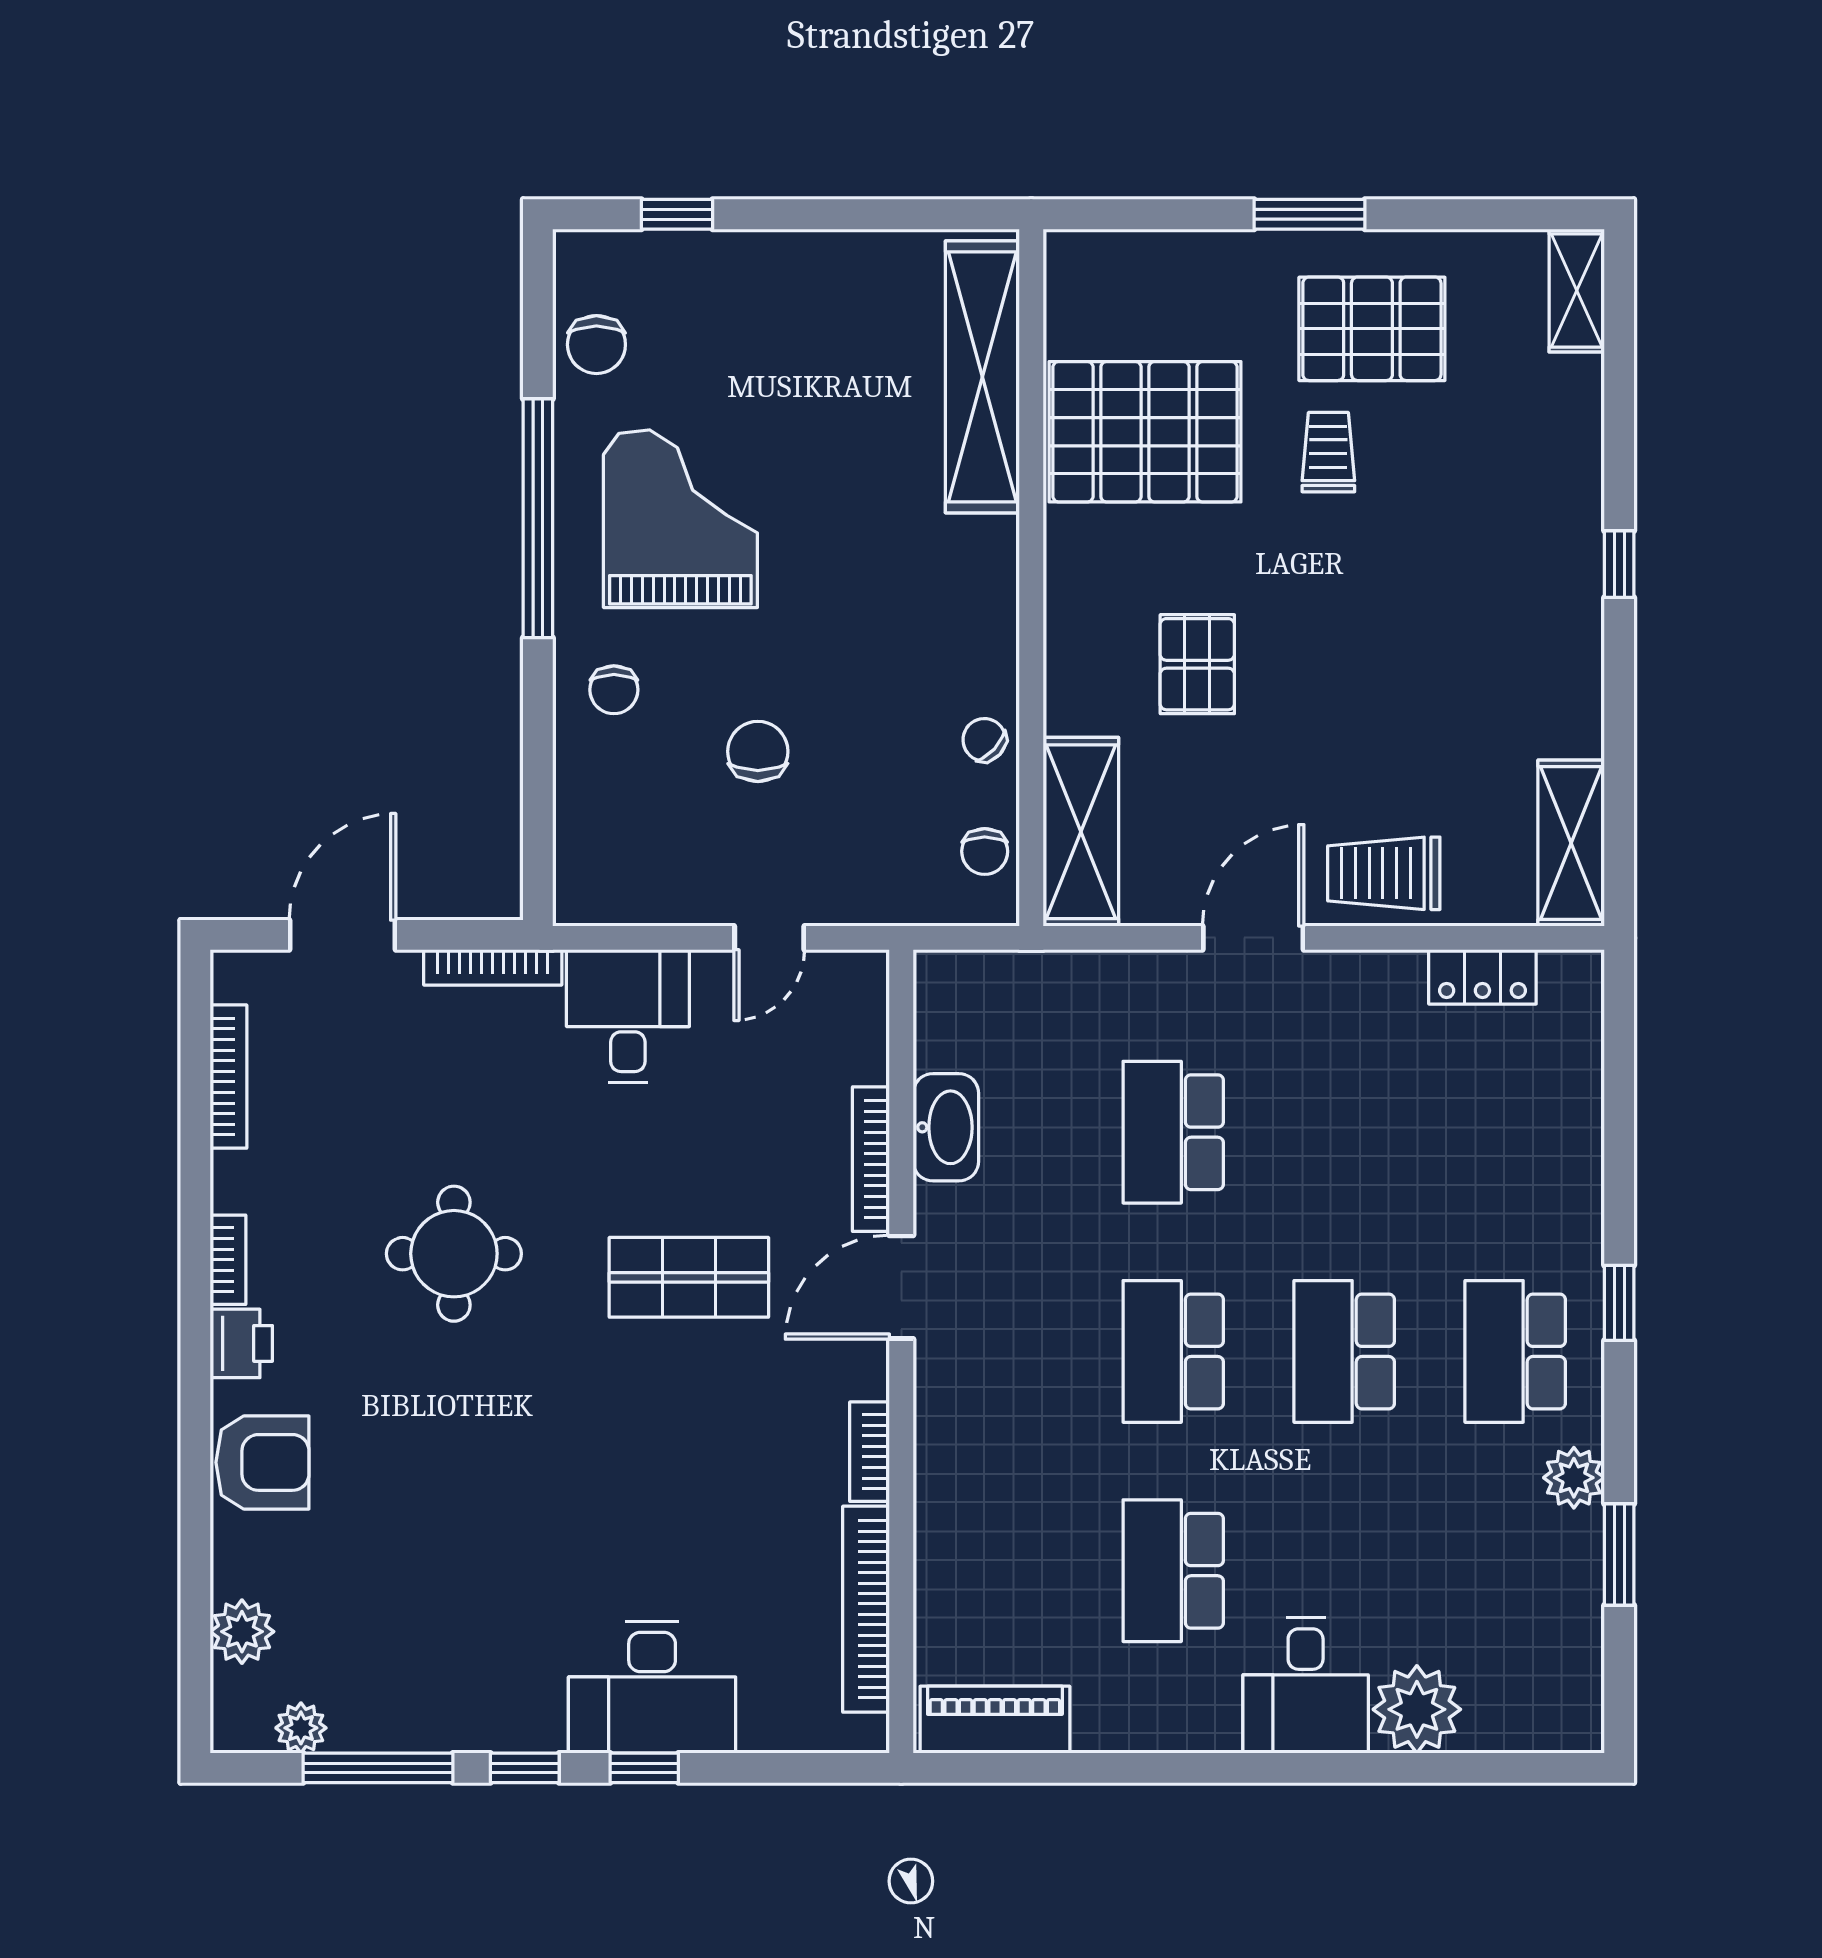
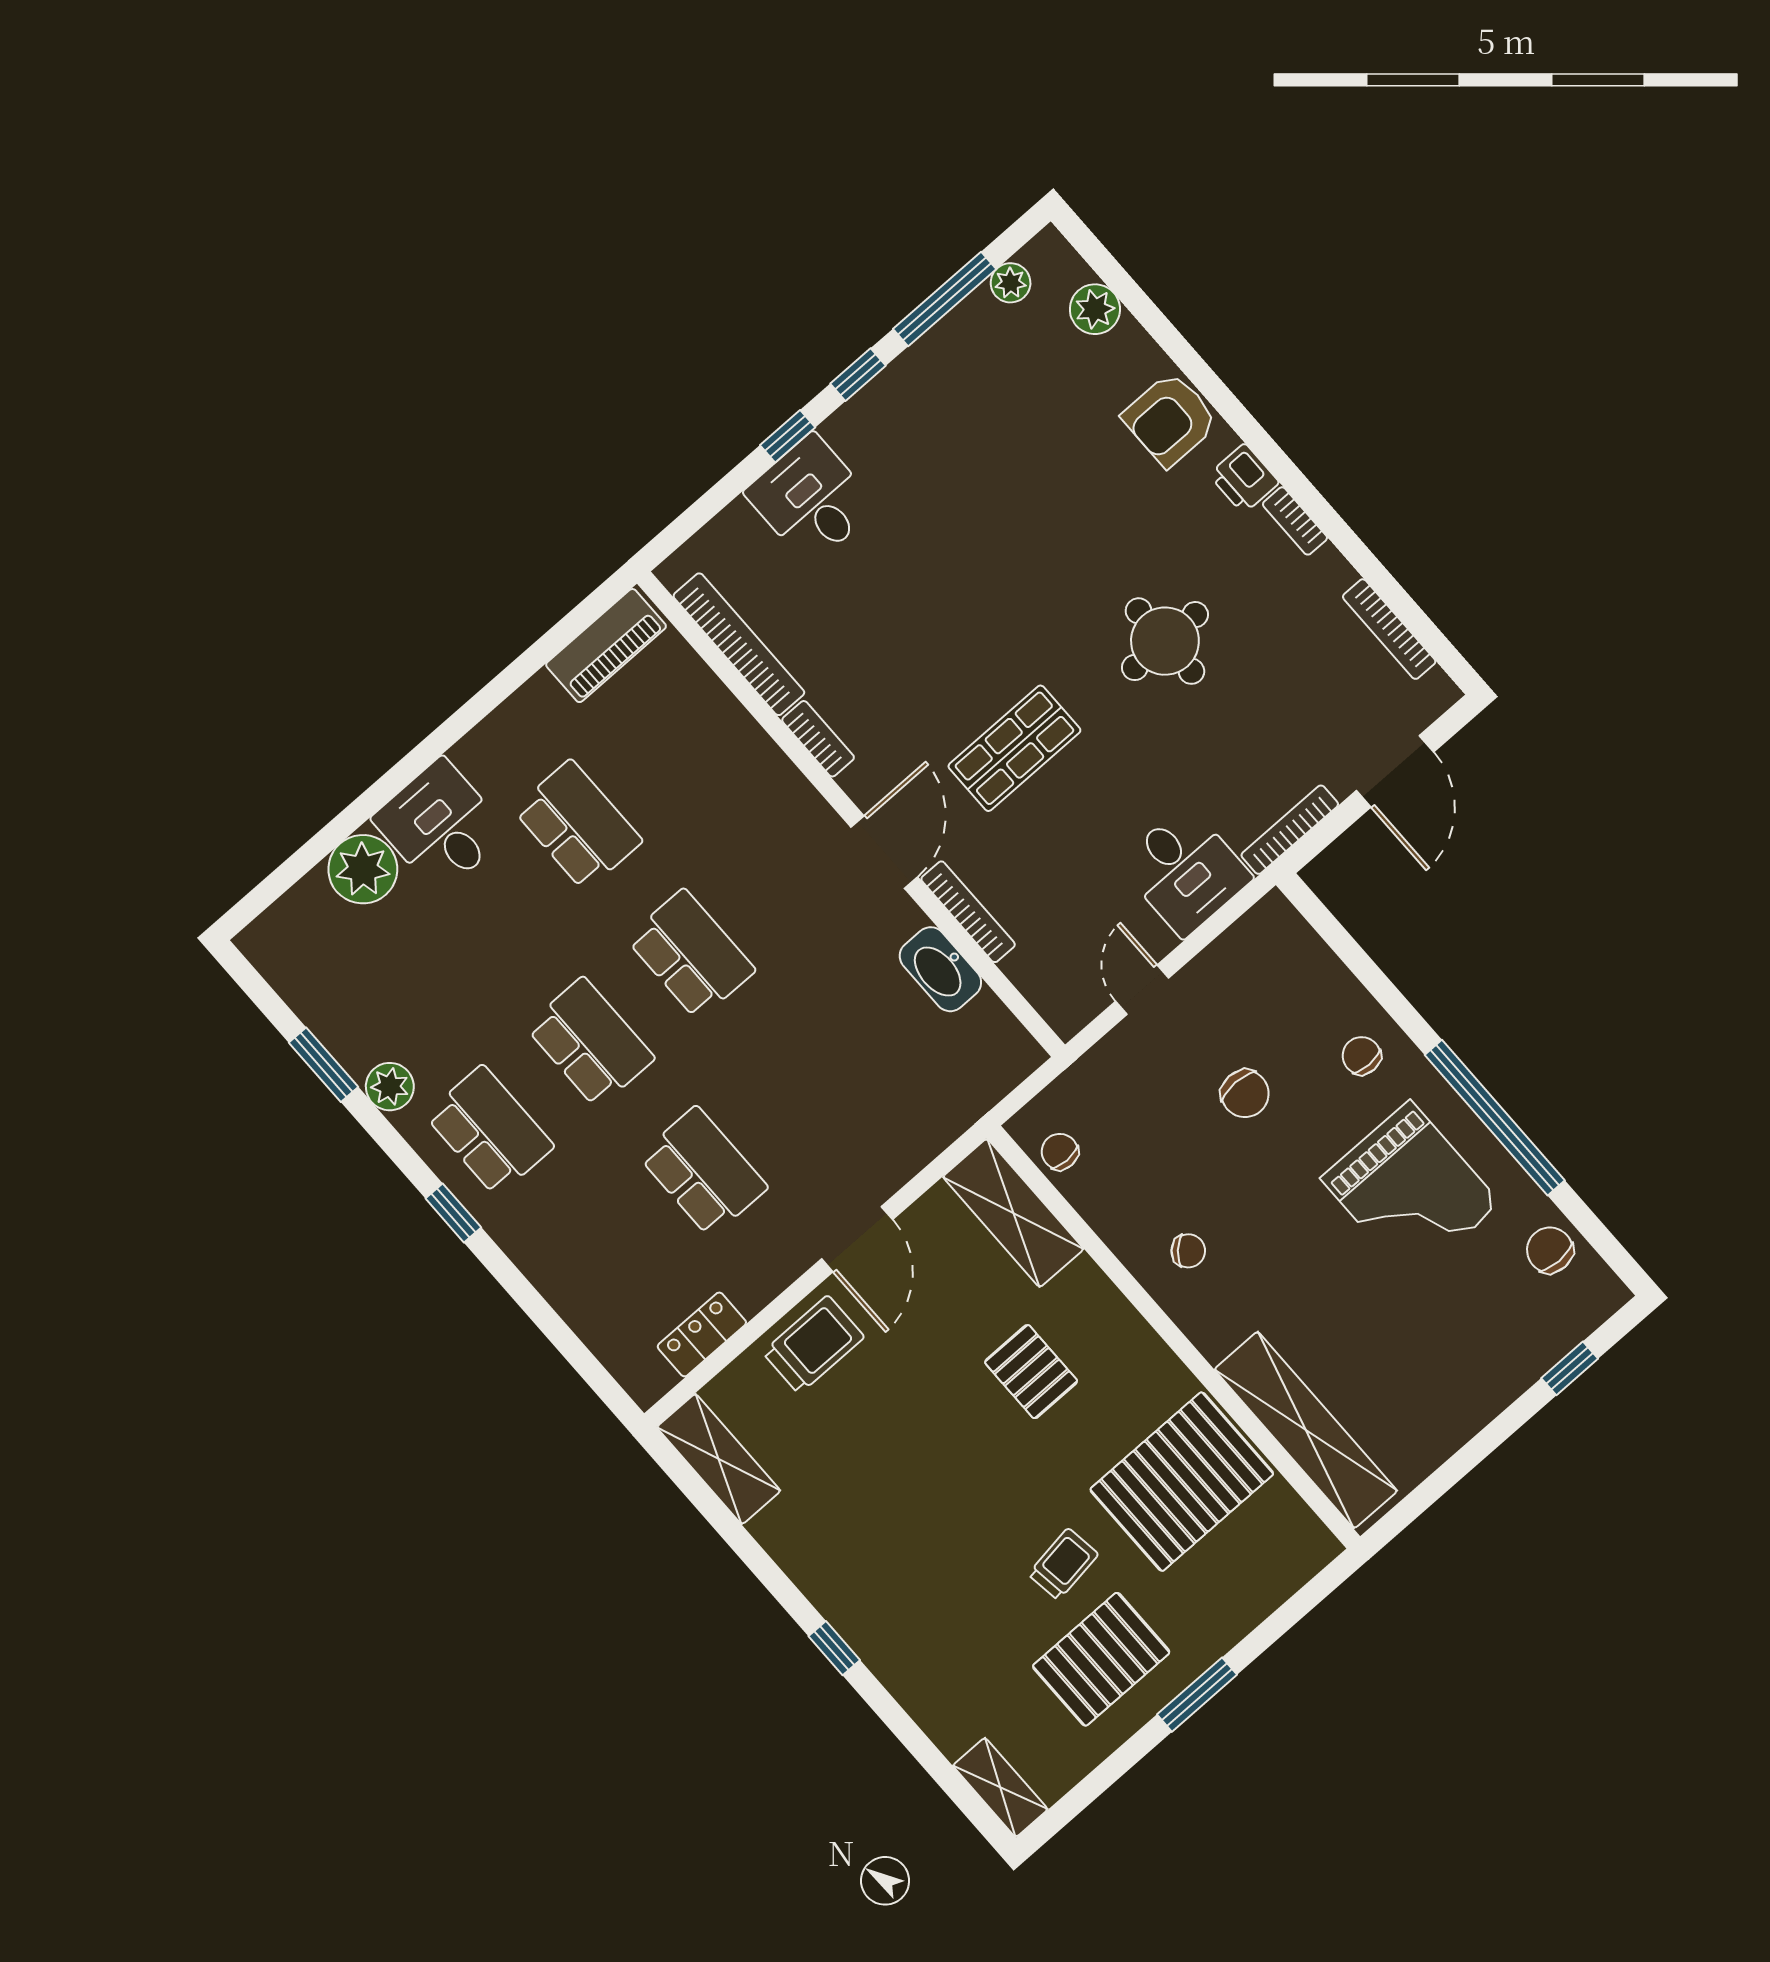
trolley: (1328, 452) -> (1063, 1564), turned -98
chair: (984, 740) -> (1188, 1251), moved
school desk: (1173, 1132) -> (703, 1172), moved
desk: (652, 1687) -> (811, 499), width x0.73

